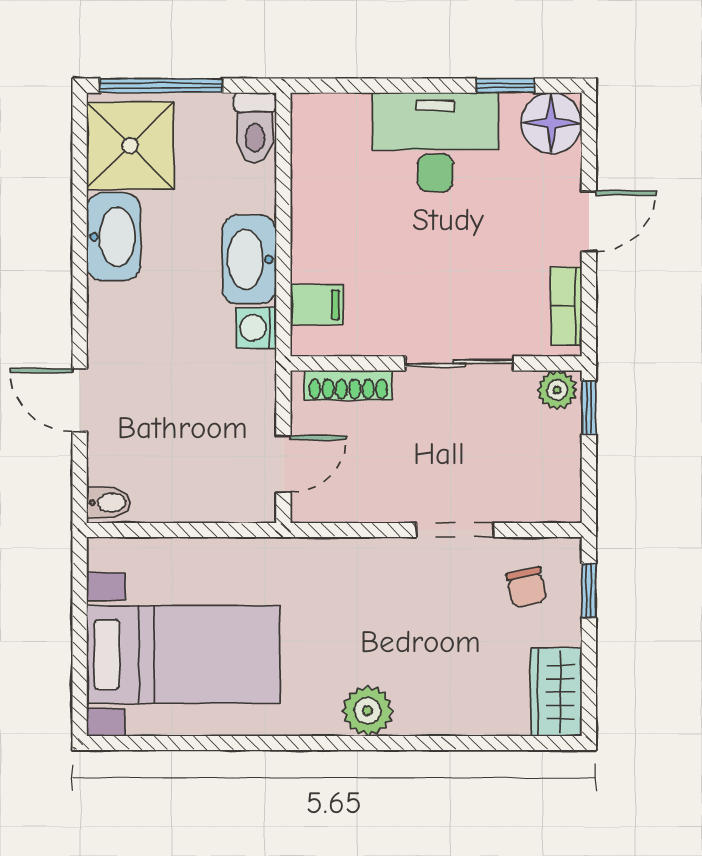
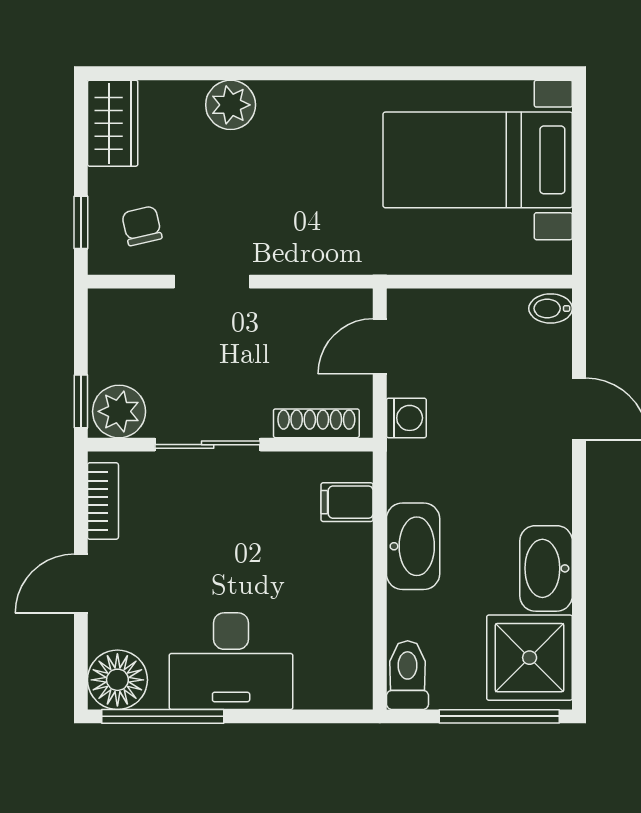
window: (505, 86) -> (163, 716), width x2.17
washing machine: (256, 328) -> (406, 418), moved
plant: (557, 390) -> (119, 411), width x1.38, depth x1.38
plant: (368, 711) -> (231, 105), moved

